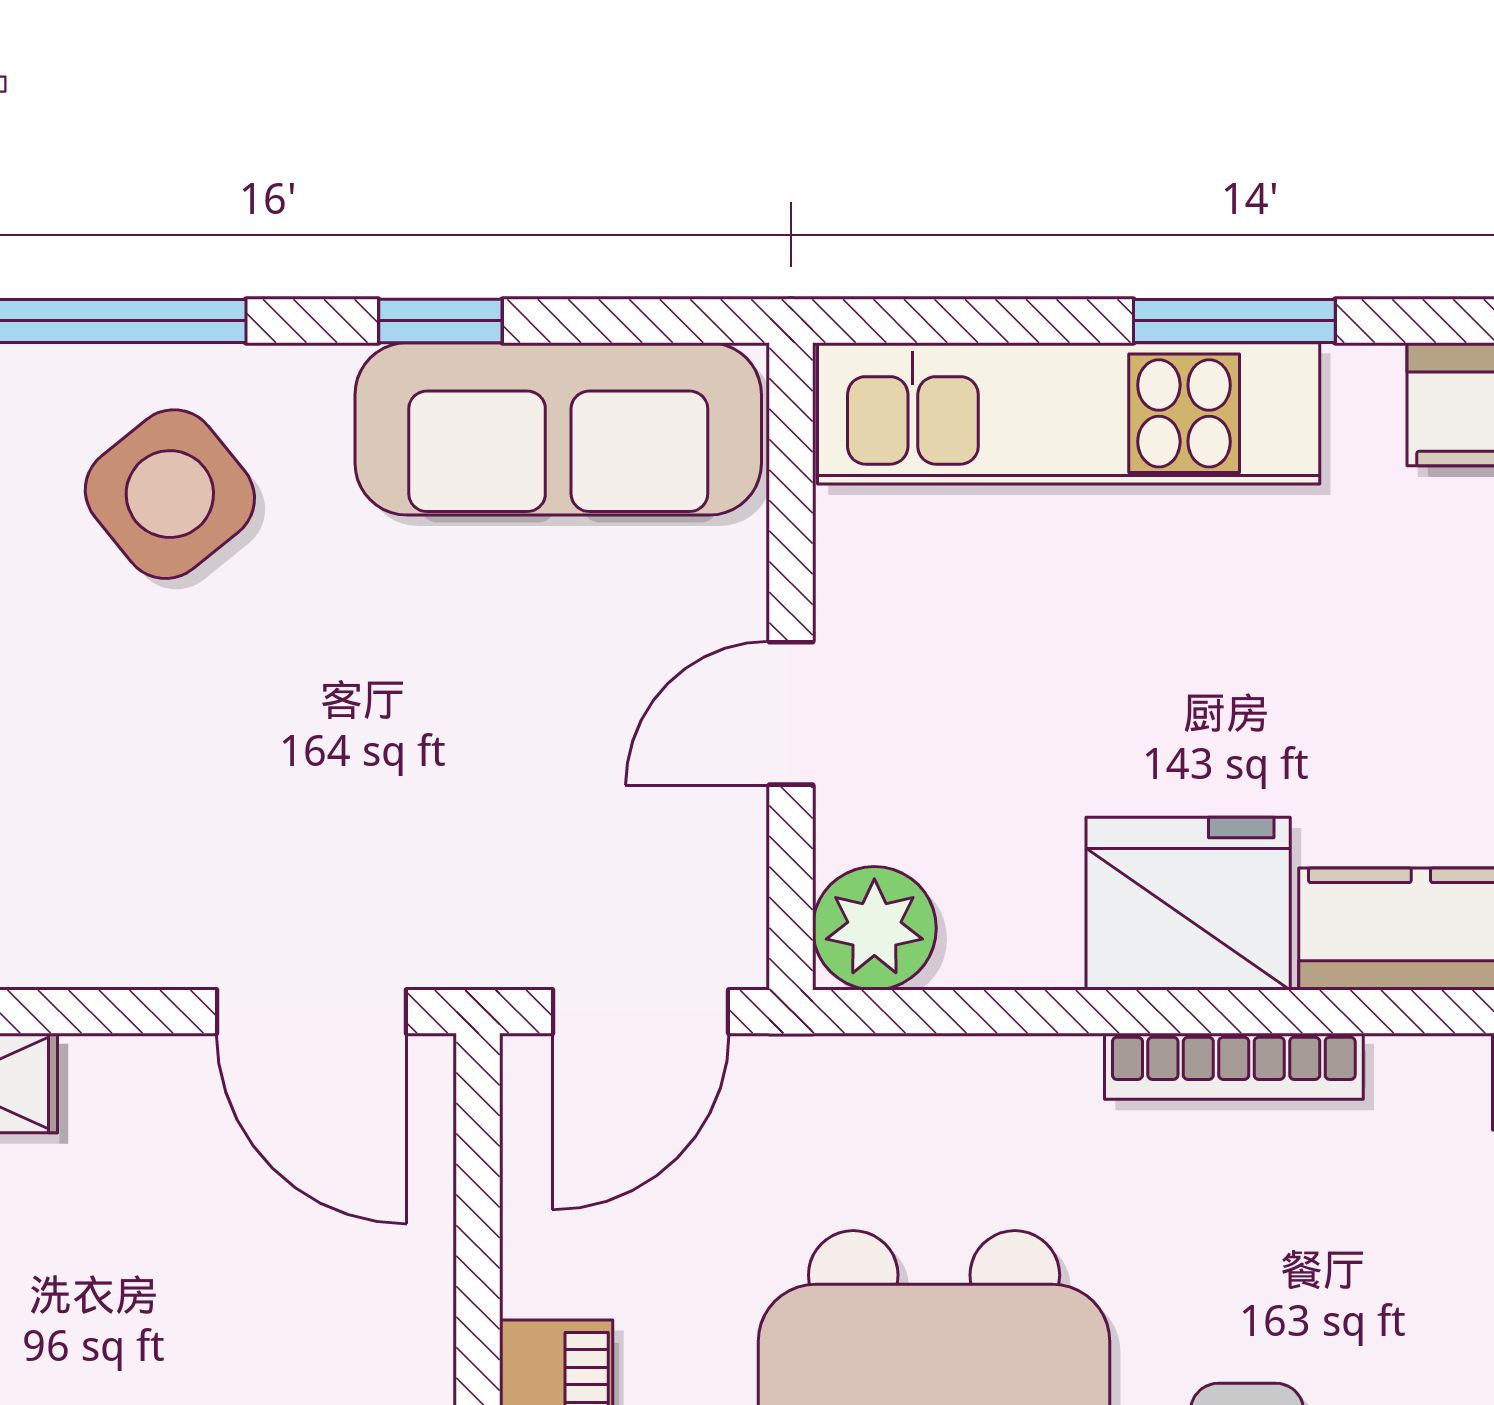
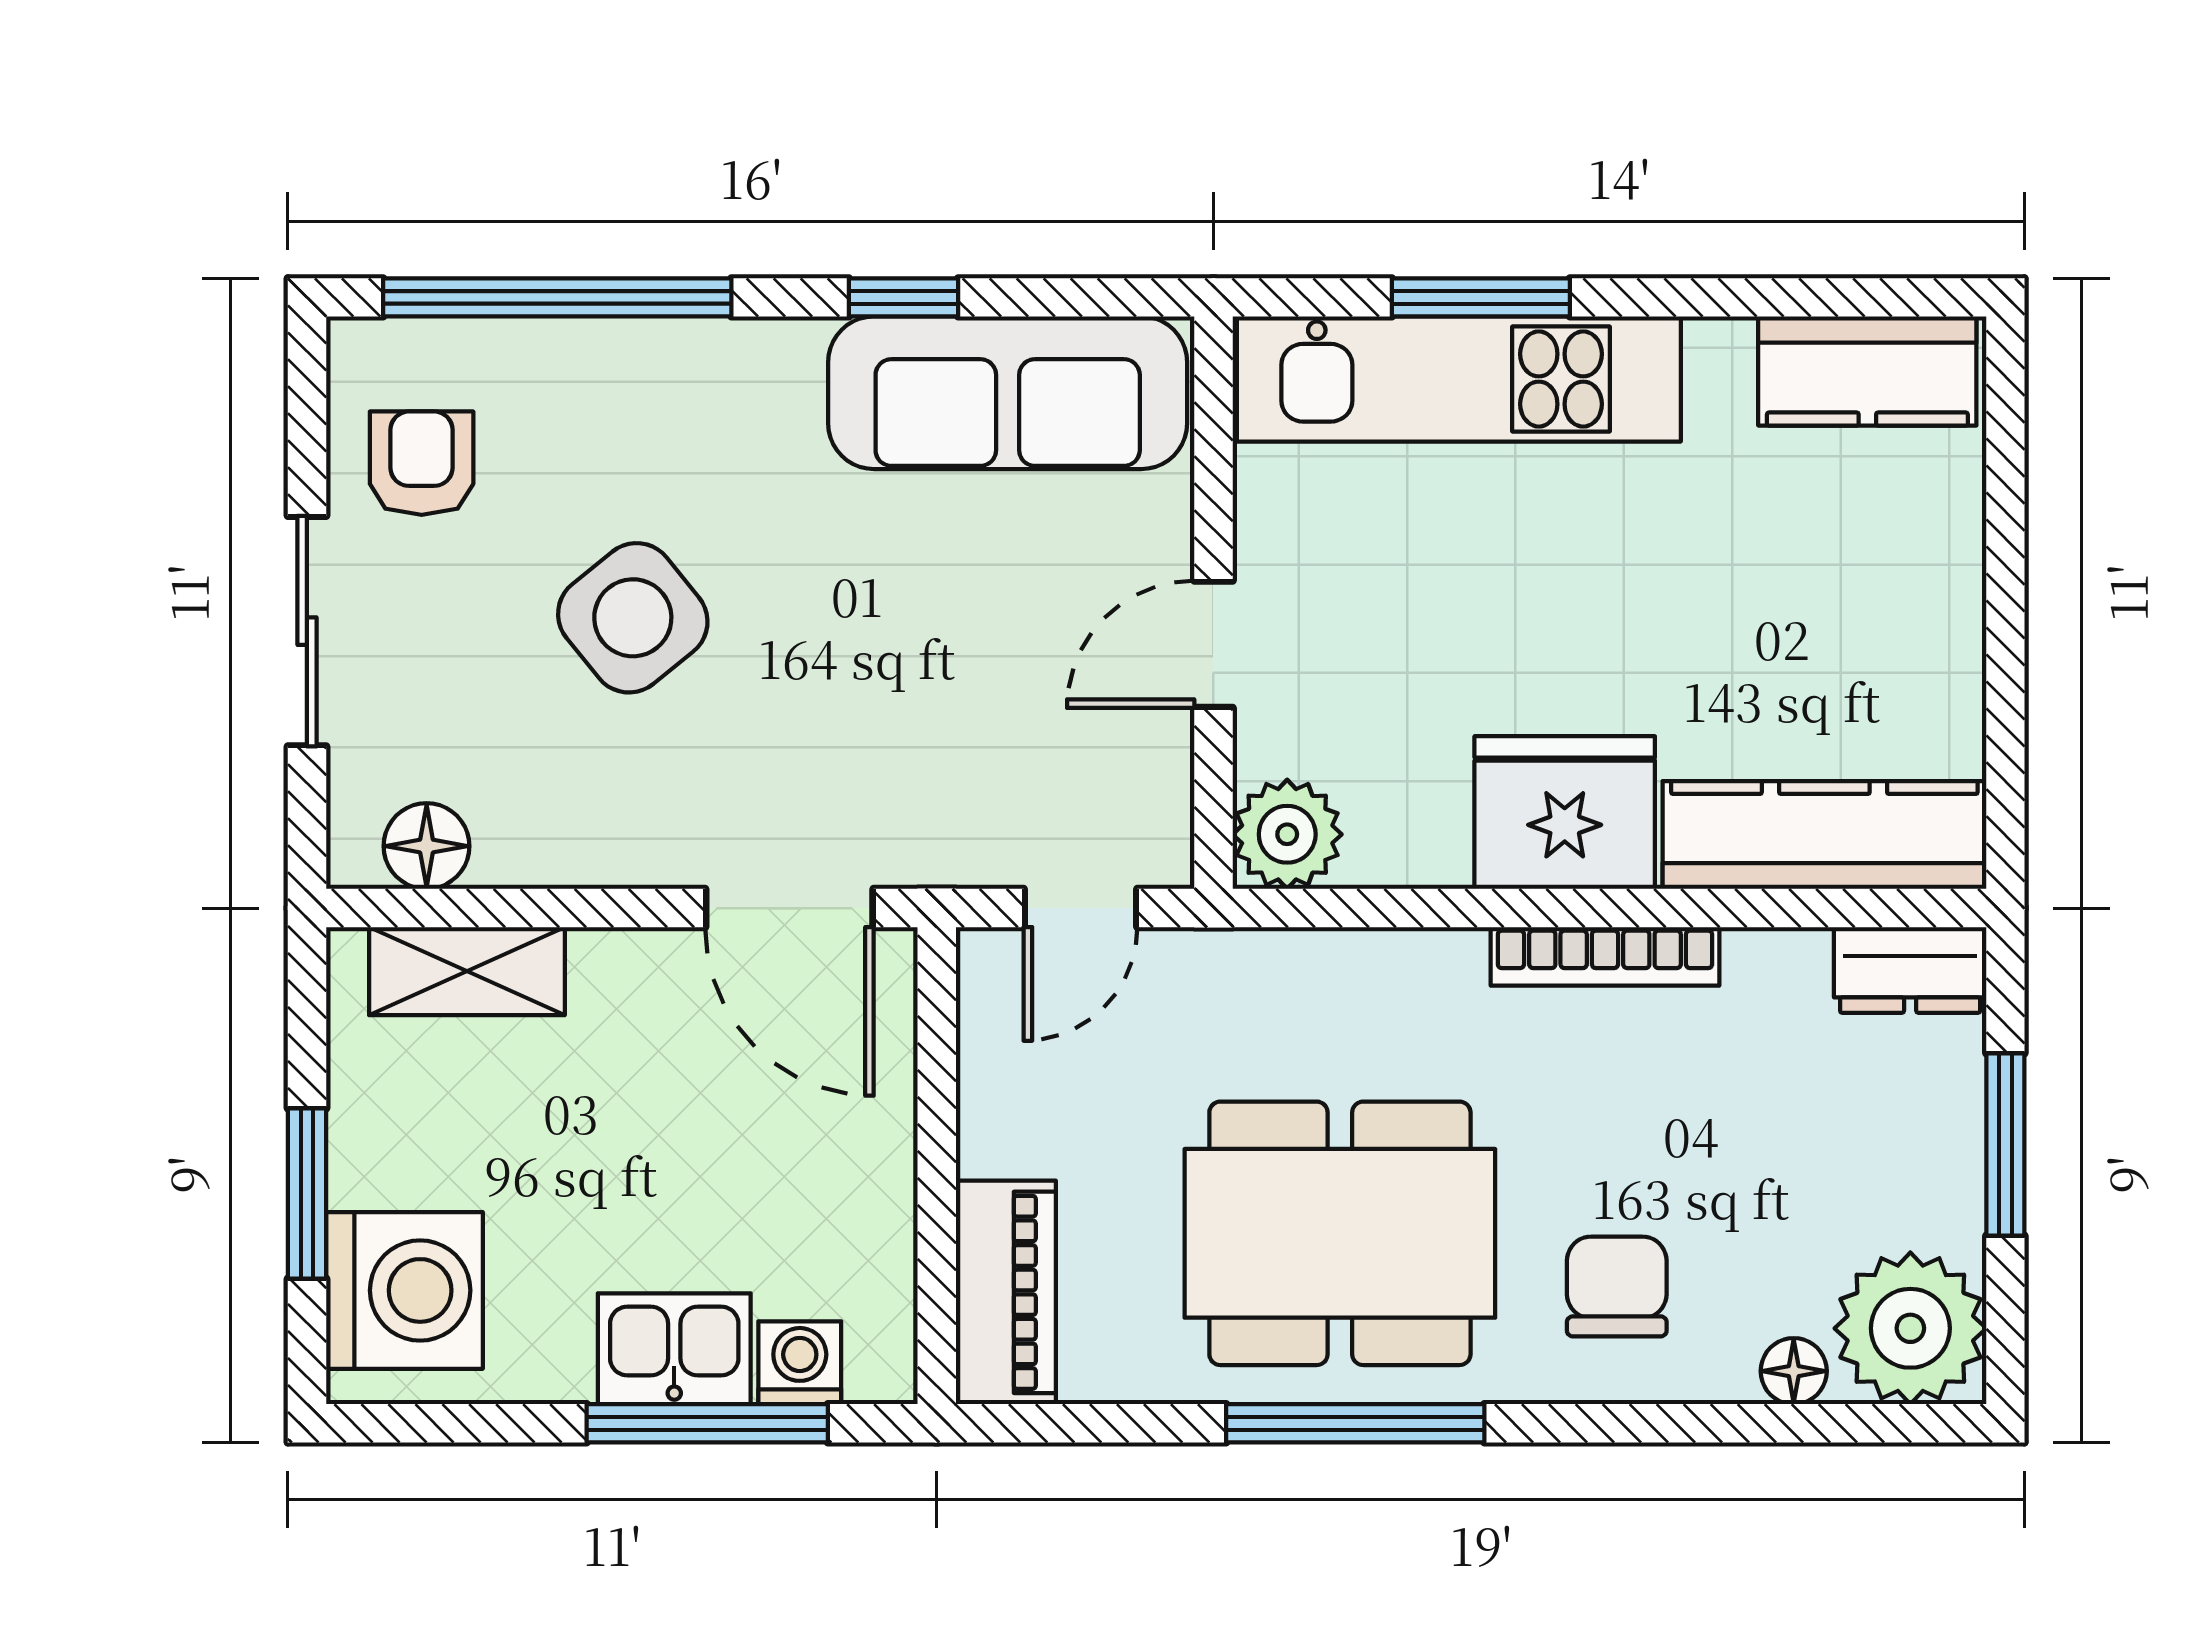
window: (1234, 321) -> (1481, 297), moved
side table: (170, 494) -> (633, 618), moved
door: (641, 1012) -> (1080, 908), width x0.73

